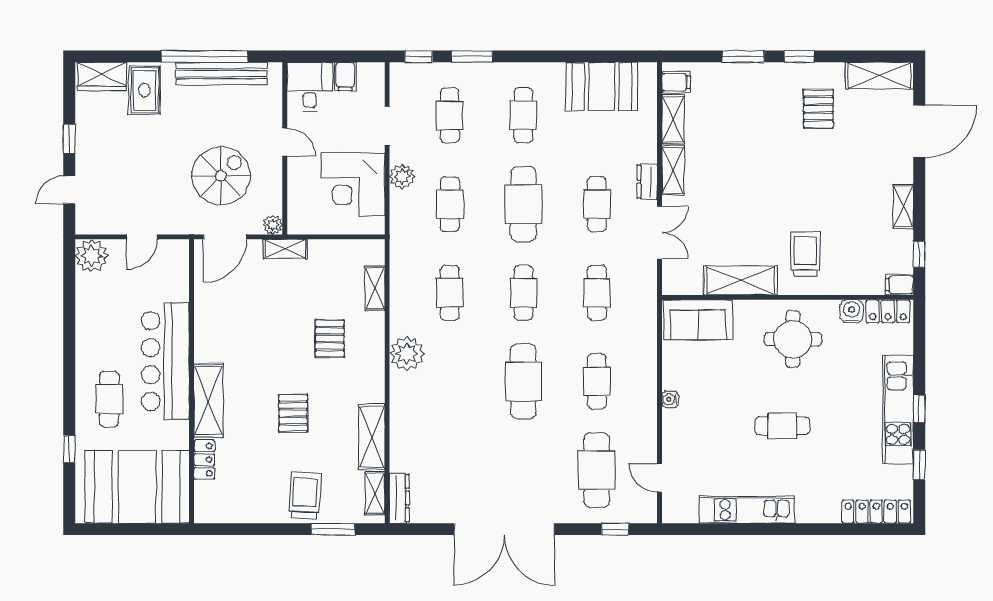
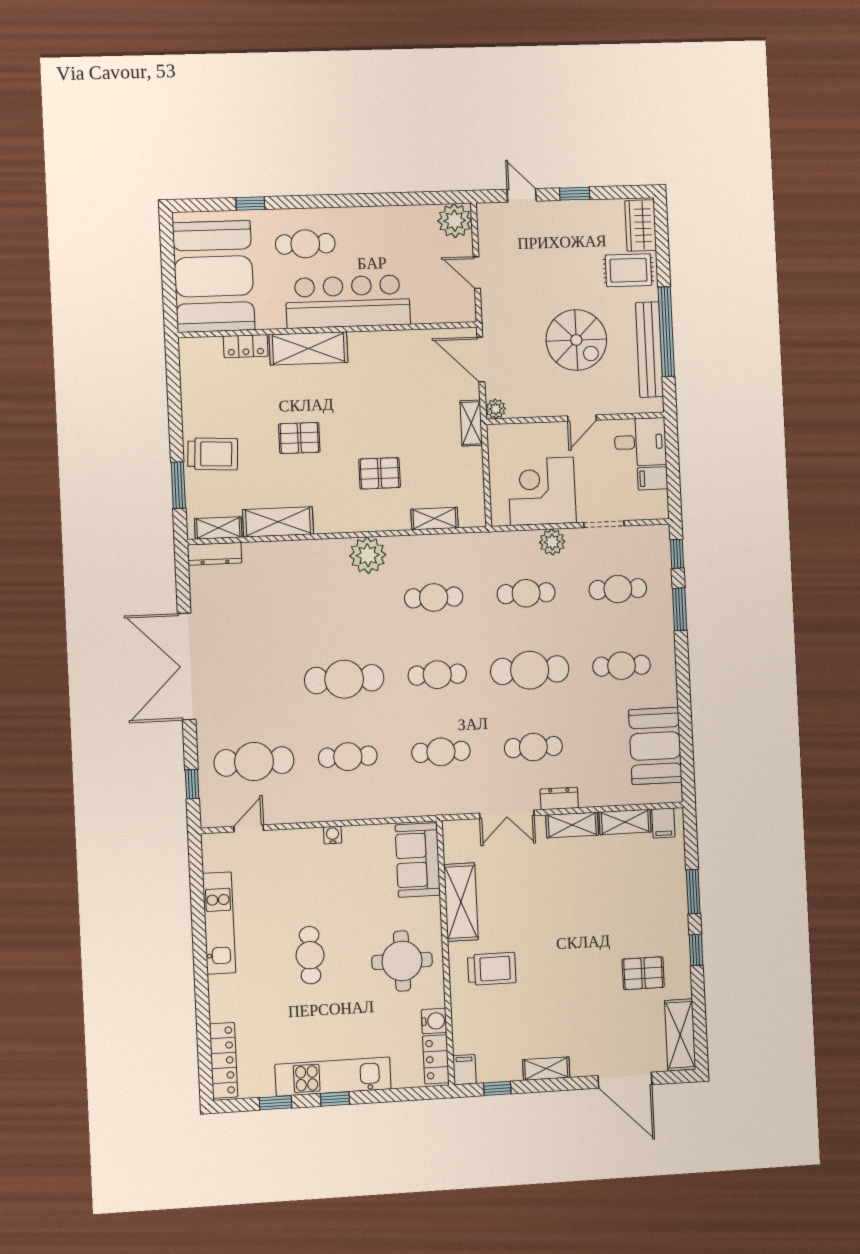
spiral stairs: (221, 176) -> (576, 340), moved

